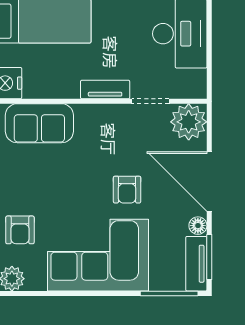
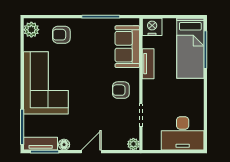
tv unit: (105, 90) -> (148, 64), moved
plant: (189, 122) -> (133, 144), width x0.53, depth x0.53
door: (209, 181) -> (91, 152), width x0.53
armchair: (127, 190) -> (121, 90), moved

